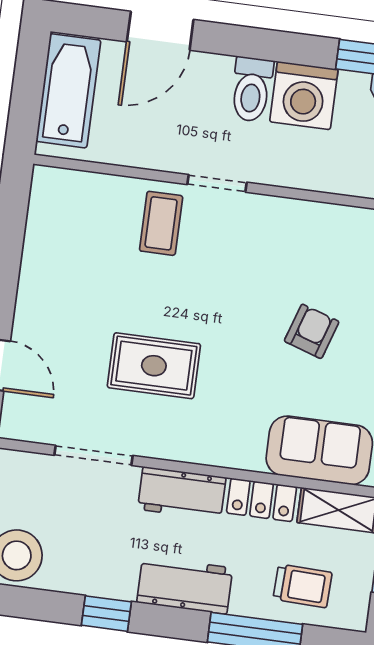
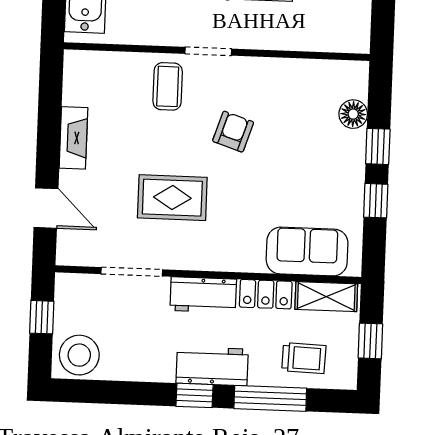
fireplace: (35, 278) -> (73, 138), added
armchair: (312, 331) -> (233, 132), moved
window: (106, 614) -> (194, 395), moved

